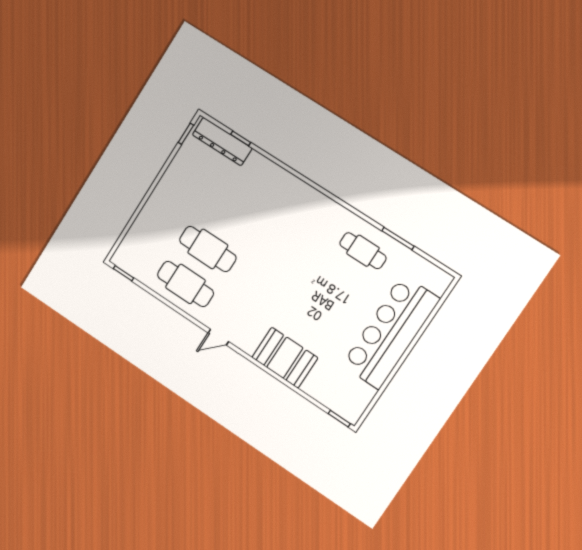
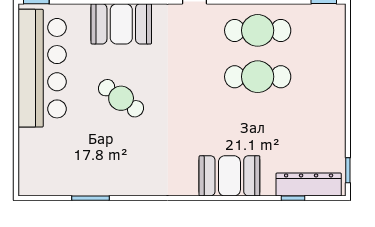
booth: (278, 187) -> (229, 176), added
cafe table: (363, 251) -> (121, 98), moved, turned 36
bar counter: (391, 332) -> (42, 68), moved

